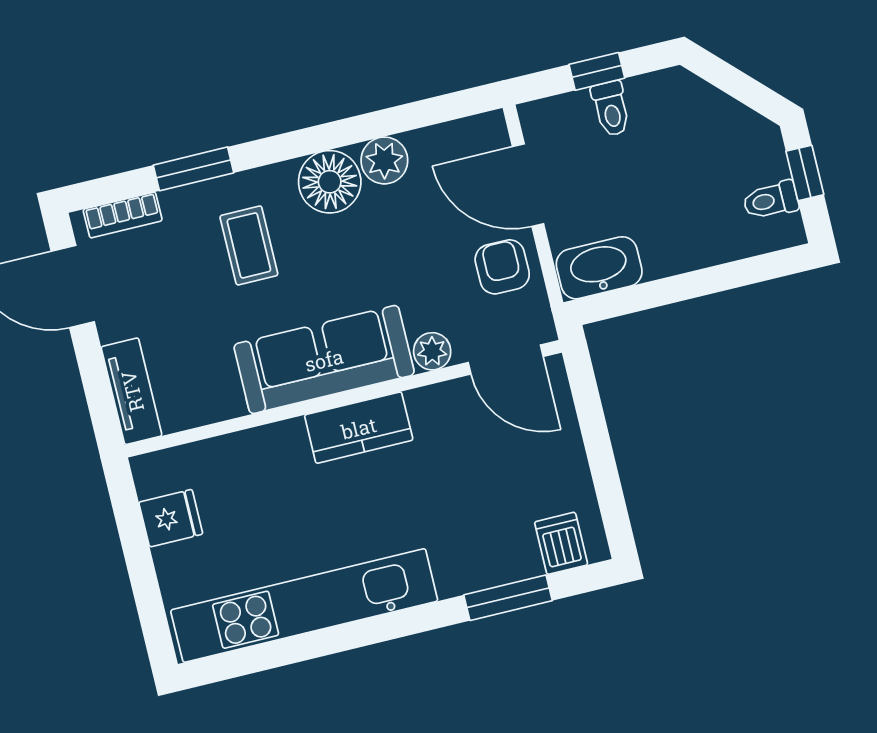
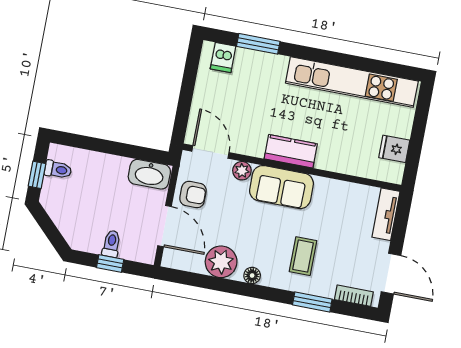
plant: (384, 160) -> (221, 262), width x1.36, depth x1.36
floor lamp: (330, 182) -> (252, 275), width x0.53, depth x0.53
armchair: (502, 267) -> (193, 195), turned -90
sofa: (324, 360) -> (281, 187), width x0.73

